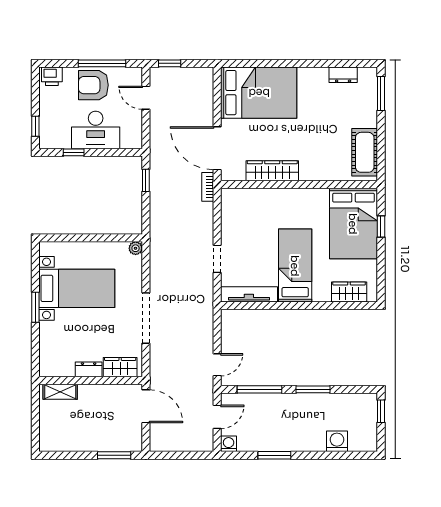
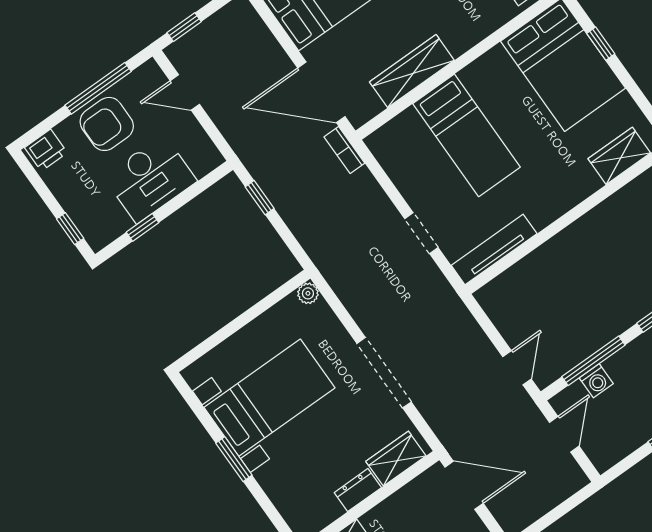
bed: (295, 266) -> (467, 135), moved, turned 180
washing machine: (229, 444) -> (596, 381), moved, turned 180

